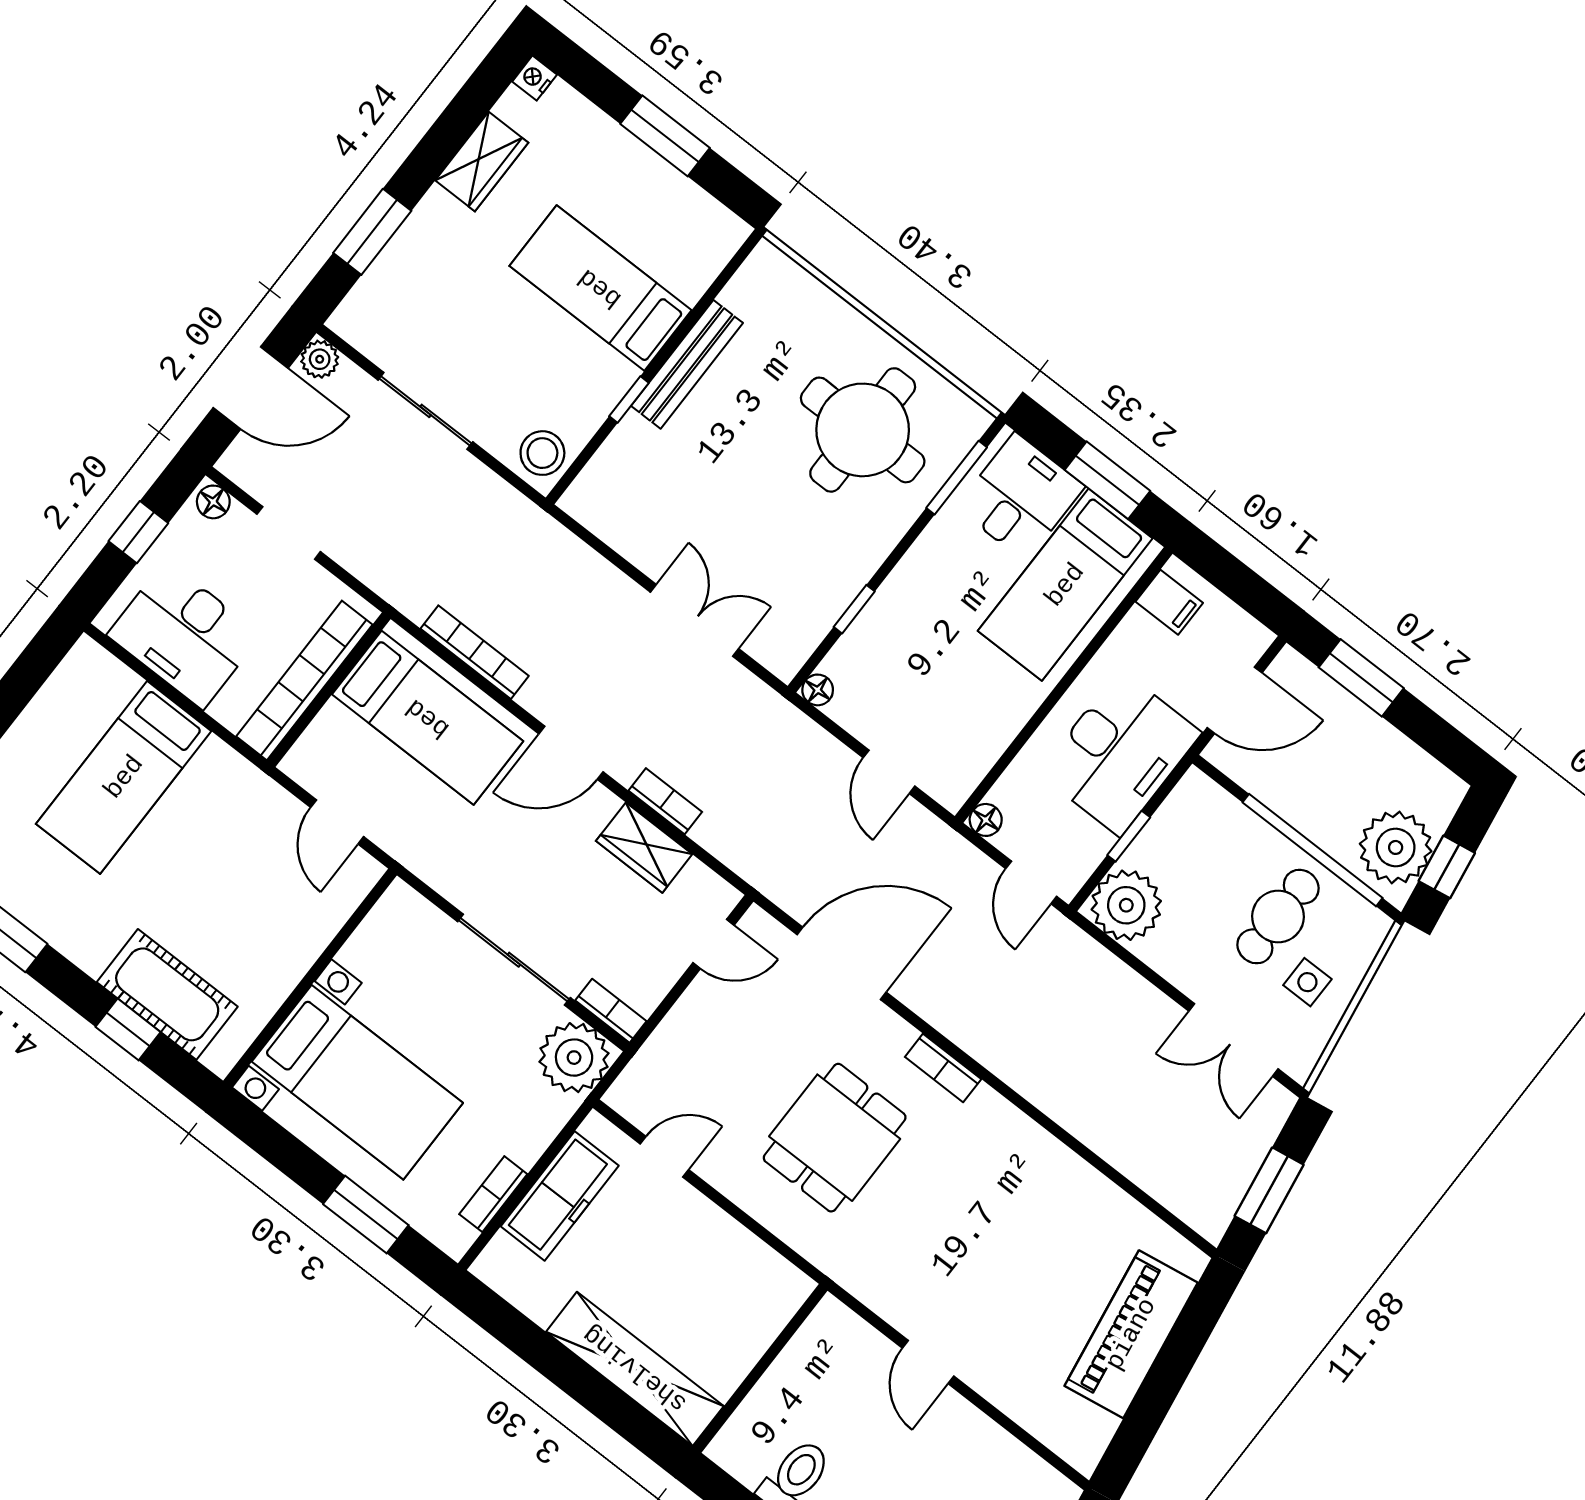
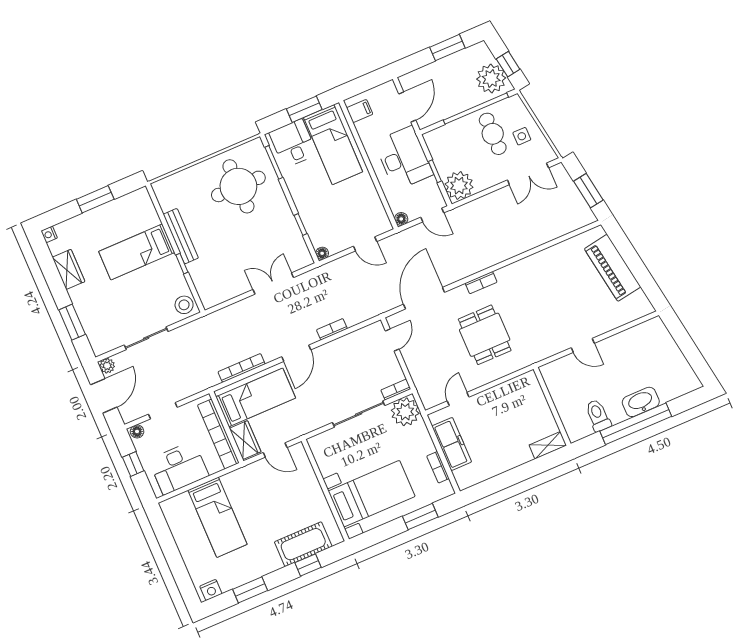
window: (1361, 678) -> (447, 48), moved
wardrobe: (644, 848) -> (245, 440), moved, turned -90
shelving: (635, 1369) -> (548, 445), width x0.45, depth x0.75

